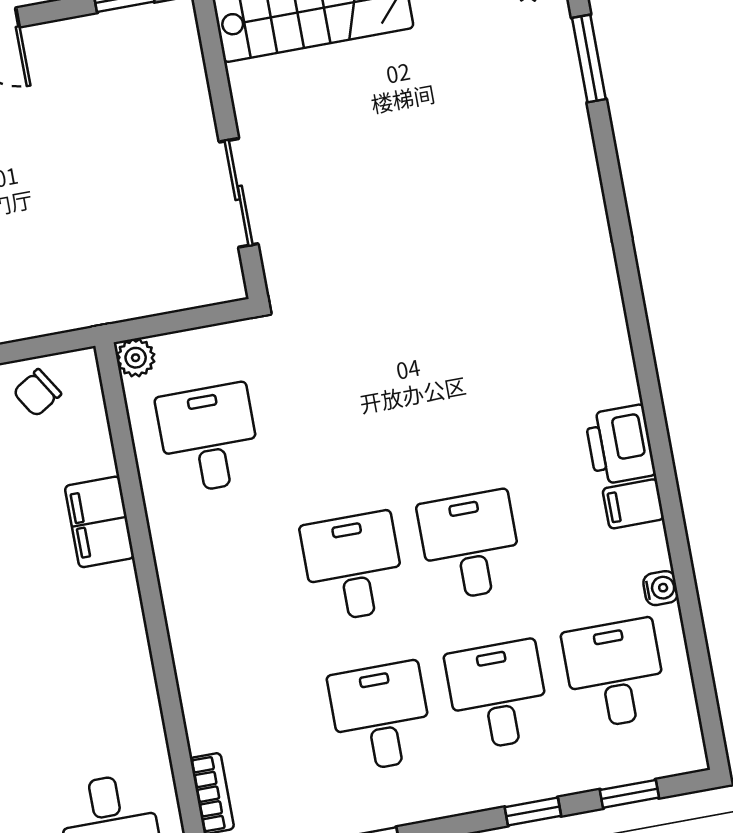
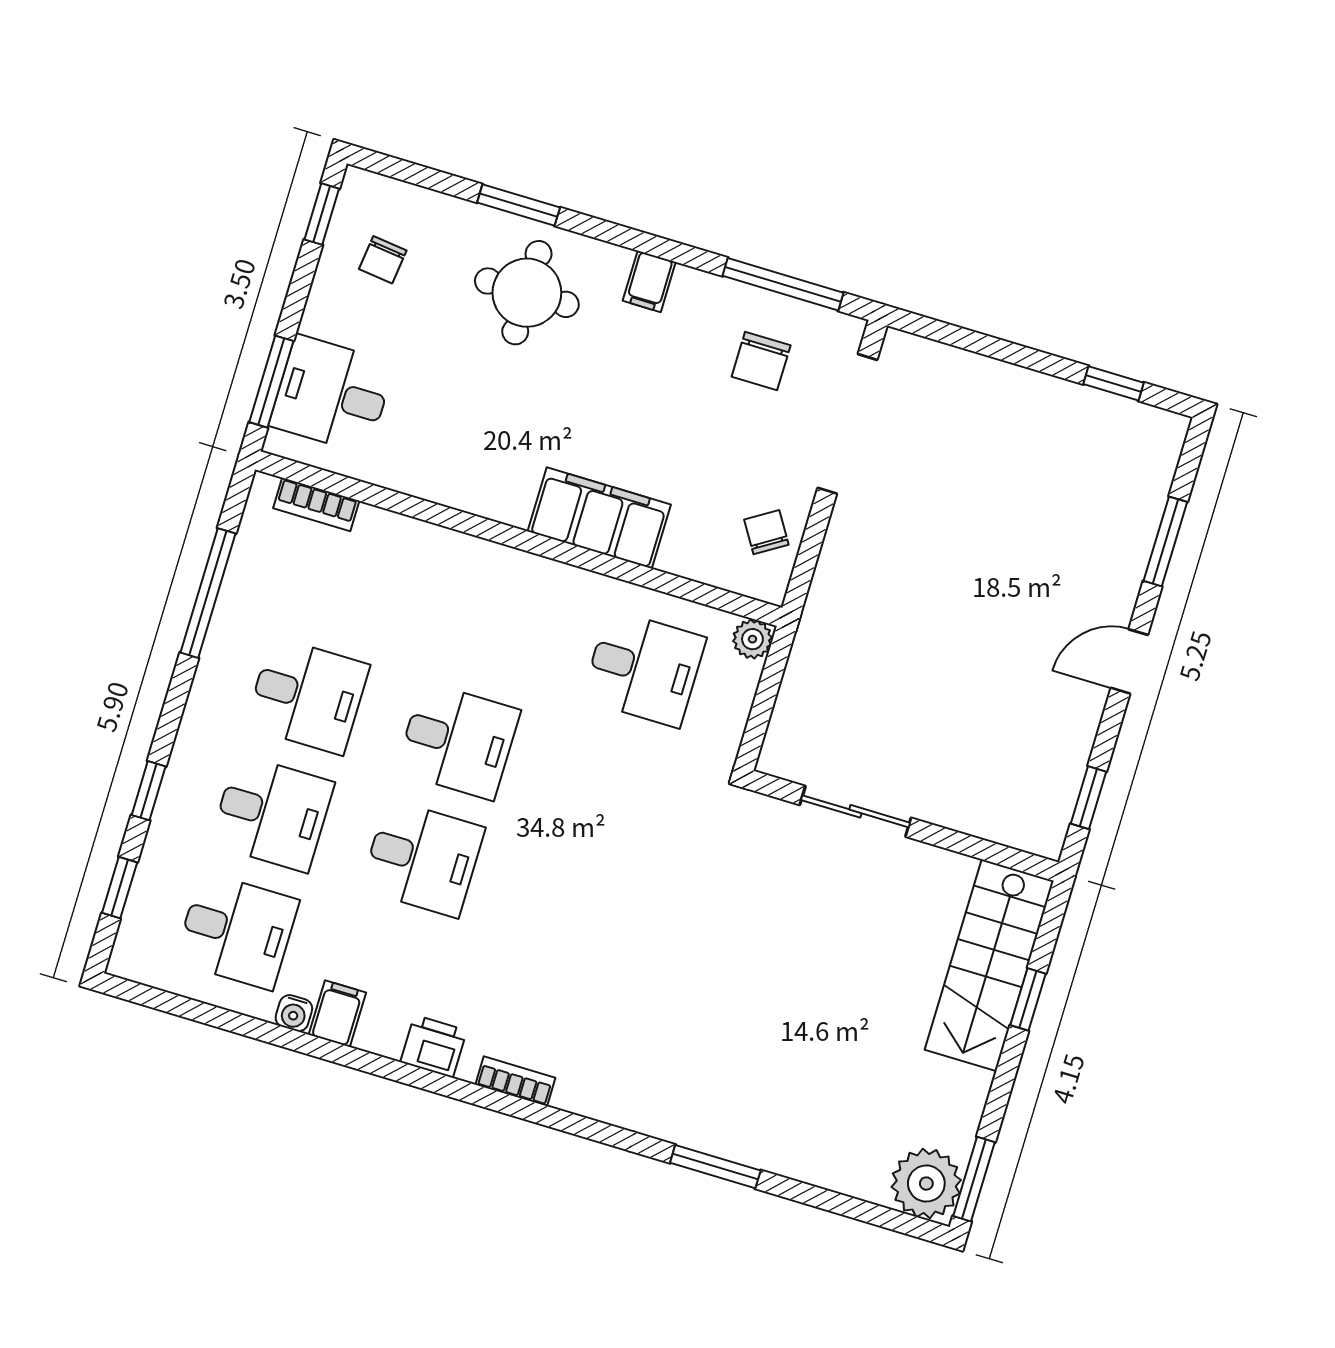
window: (589, 58) -> (715, 1167), moved
bookcase: (622, 367) -> (515, 1081), added
printer: (620, 445) -> (433, 1046), width x0.73, depth x0.81
filing cabinet: (633, 504) -> (337, 1014), moved
filing cabinet: (99, 522) -> (599, 518), width x1.50, depth x1.17

